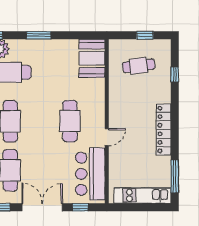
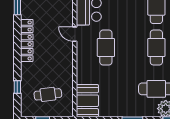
door: (107, 137) -> (75, 34), hinge flipped

